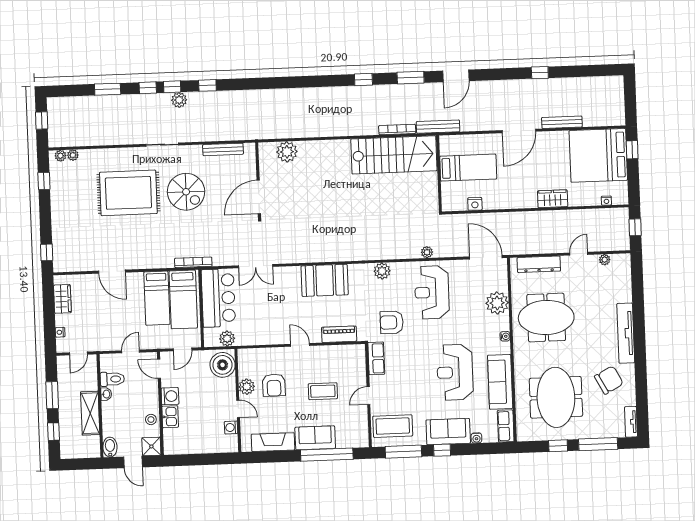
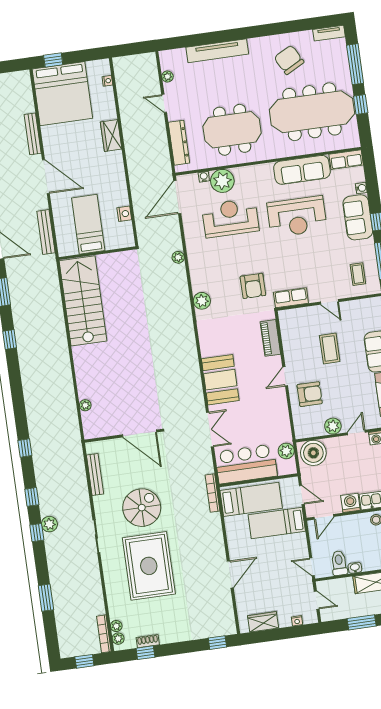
window: (148, 88) -> (25, 448), moved
bench: (438, 127) -> (46, 232), moved
bookcase: (397, 130) -> (104, 634), moved
plant: (287, 152) -> (85, 405), width x0.53, depth x0.53
shoe rack: (55, 184) -> (148, 641), added
window: (635, 227) -> (132, 49), removed
booth: (325, 280) -> (220, 380), moved
reception desk: (432, 292) -> (230, 218), moved, turned 180
bed: (157, 298) -> (277, 523), moved, turned 180
meeting table: (546, 318) -> (232, 130), turned 90
tv unit: (626, 333) -> (217, 51), moved
water cooler: (505, 336) -> (204, 177), moved
door: (131, 351) -> (312, 567), moved
armchair: (274, 385) -> (310, 394), moved
meeting table: (556, 397) -> (312, 112), width x1.36
coffee table: (393, 426) -> (358, 274), width x0.54, depth x0.58

